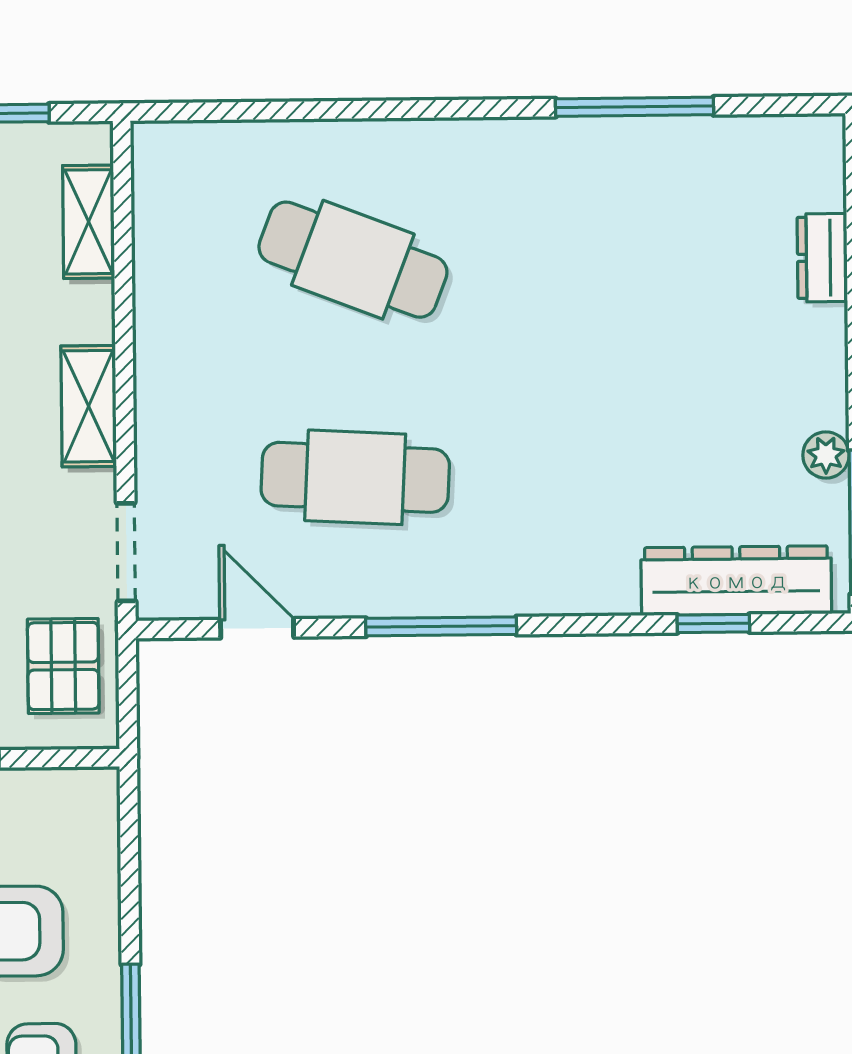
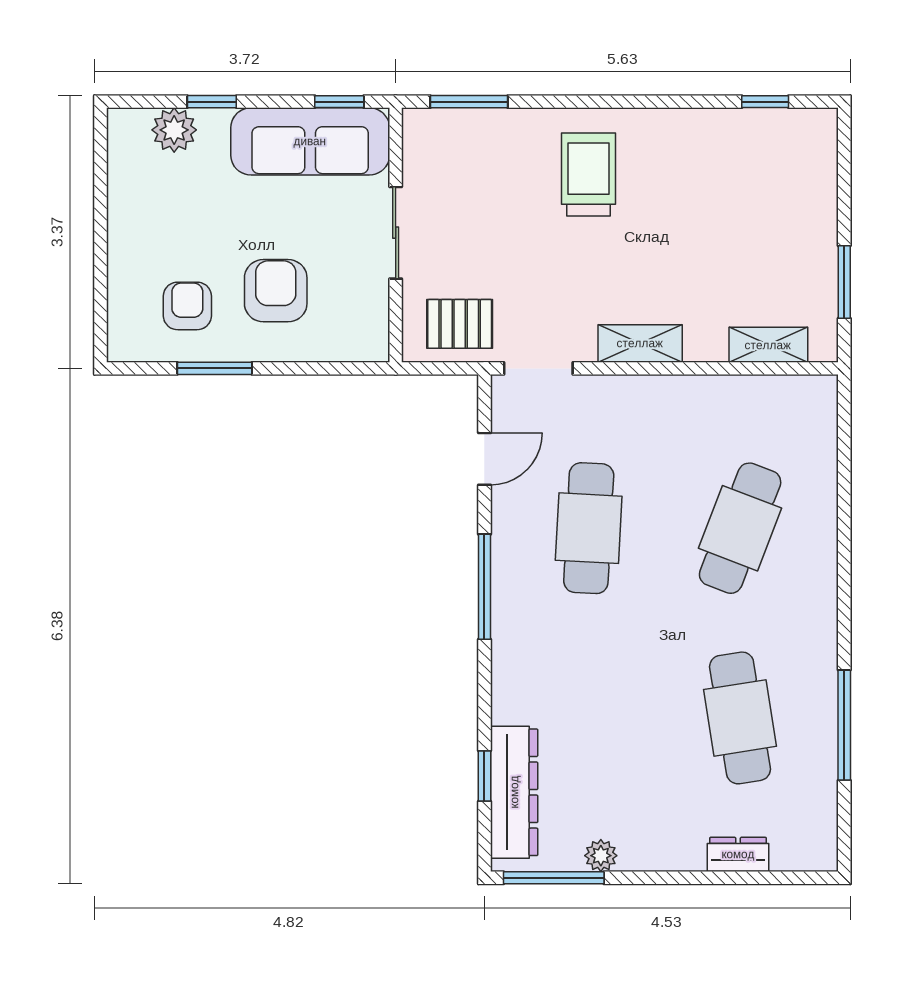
cafe table: (626, 257) -> (740, 718), added

